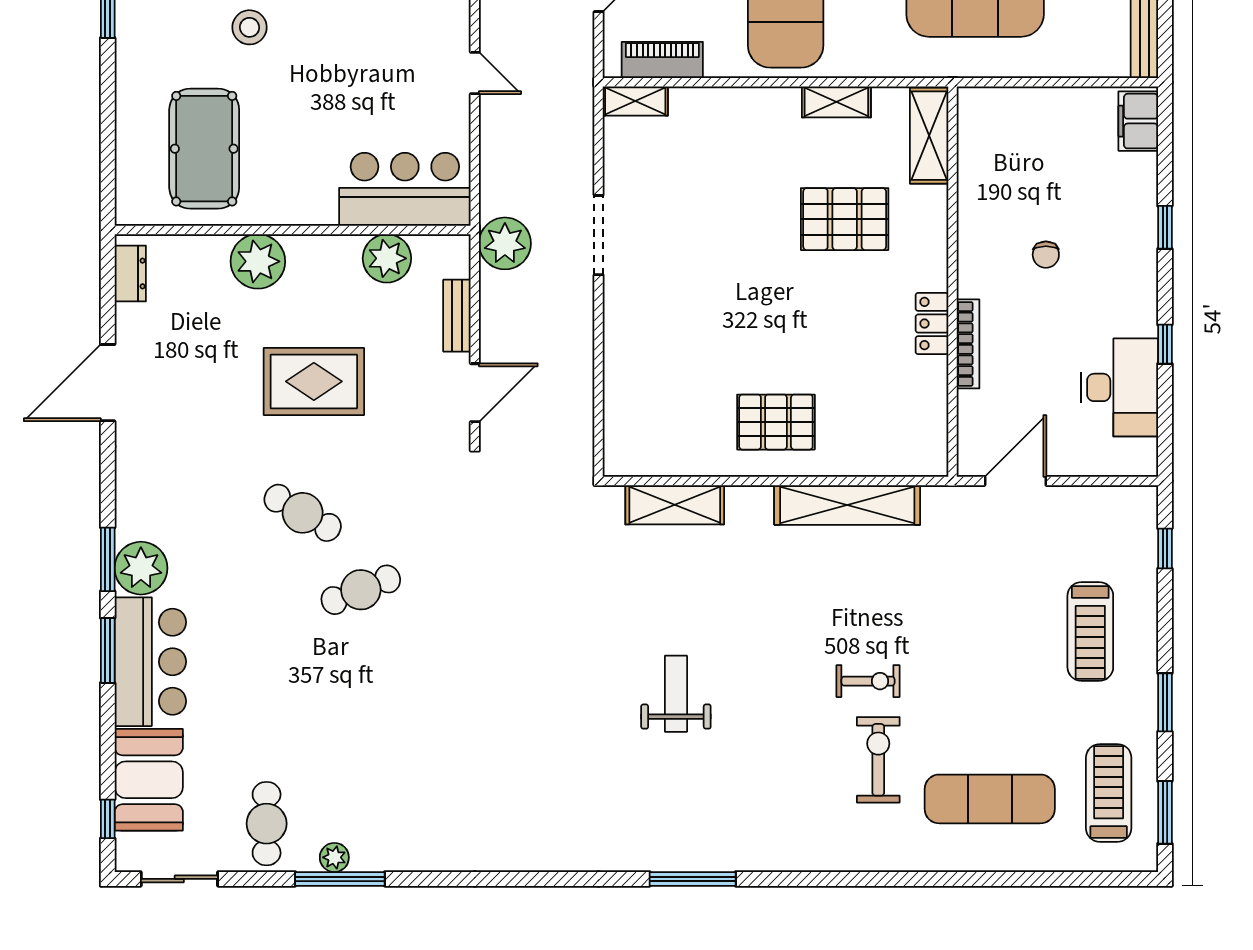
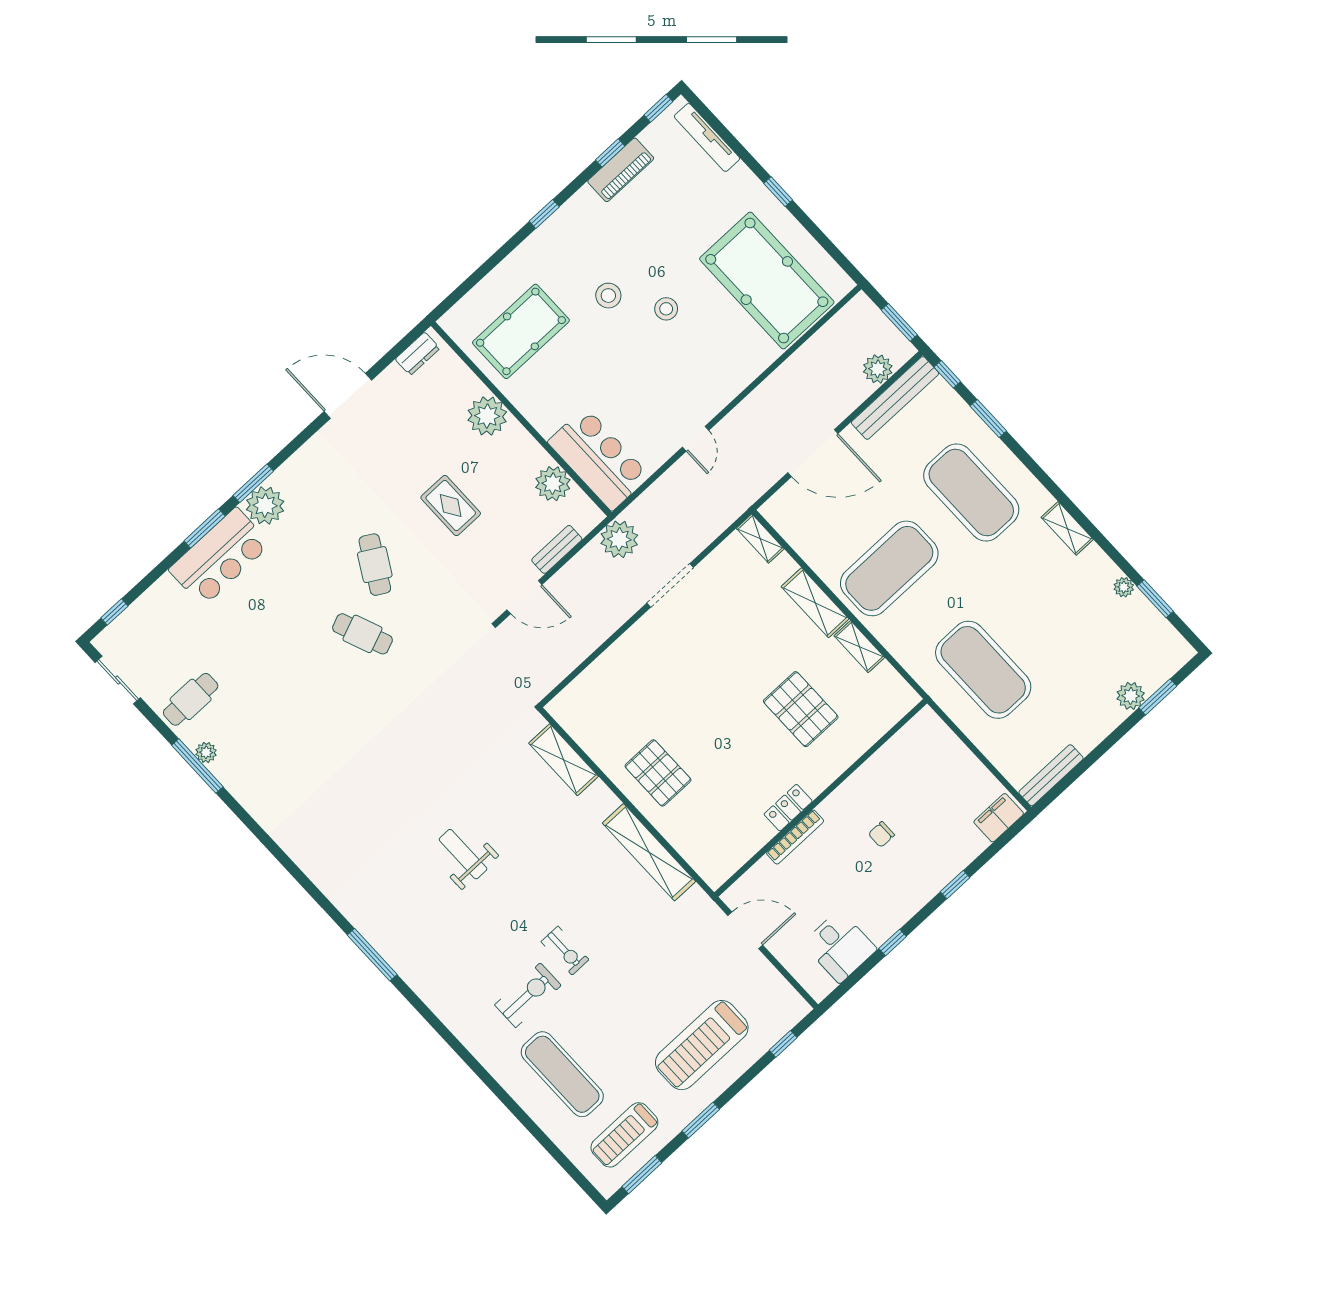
piano: (662, 60) -> (796, 533), removed
shelving: (929, 136) -> (815, 603), moved, turned 90
rug: (314, 381) -> (451, 506), width x0.73, depth x0.70
desk: (1120, 387) -> (840, 946), width x0.73
treadmill: (1090, 631) -> (702, 1045), width x1.37, depth x1.38
weight bench: (676, 694) -> (463, 854), turned -90
booth: (149, 780) -> (156, 615), removed
treadmill: (1109, 793) -> (624, 1135), turned 180

